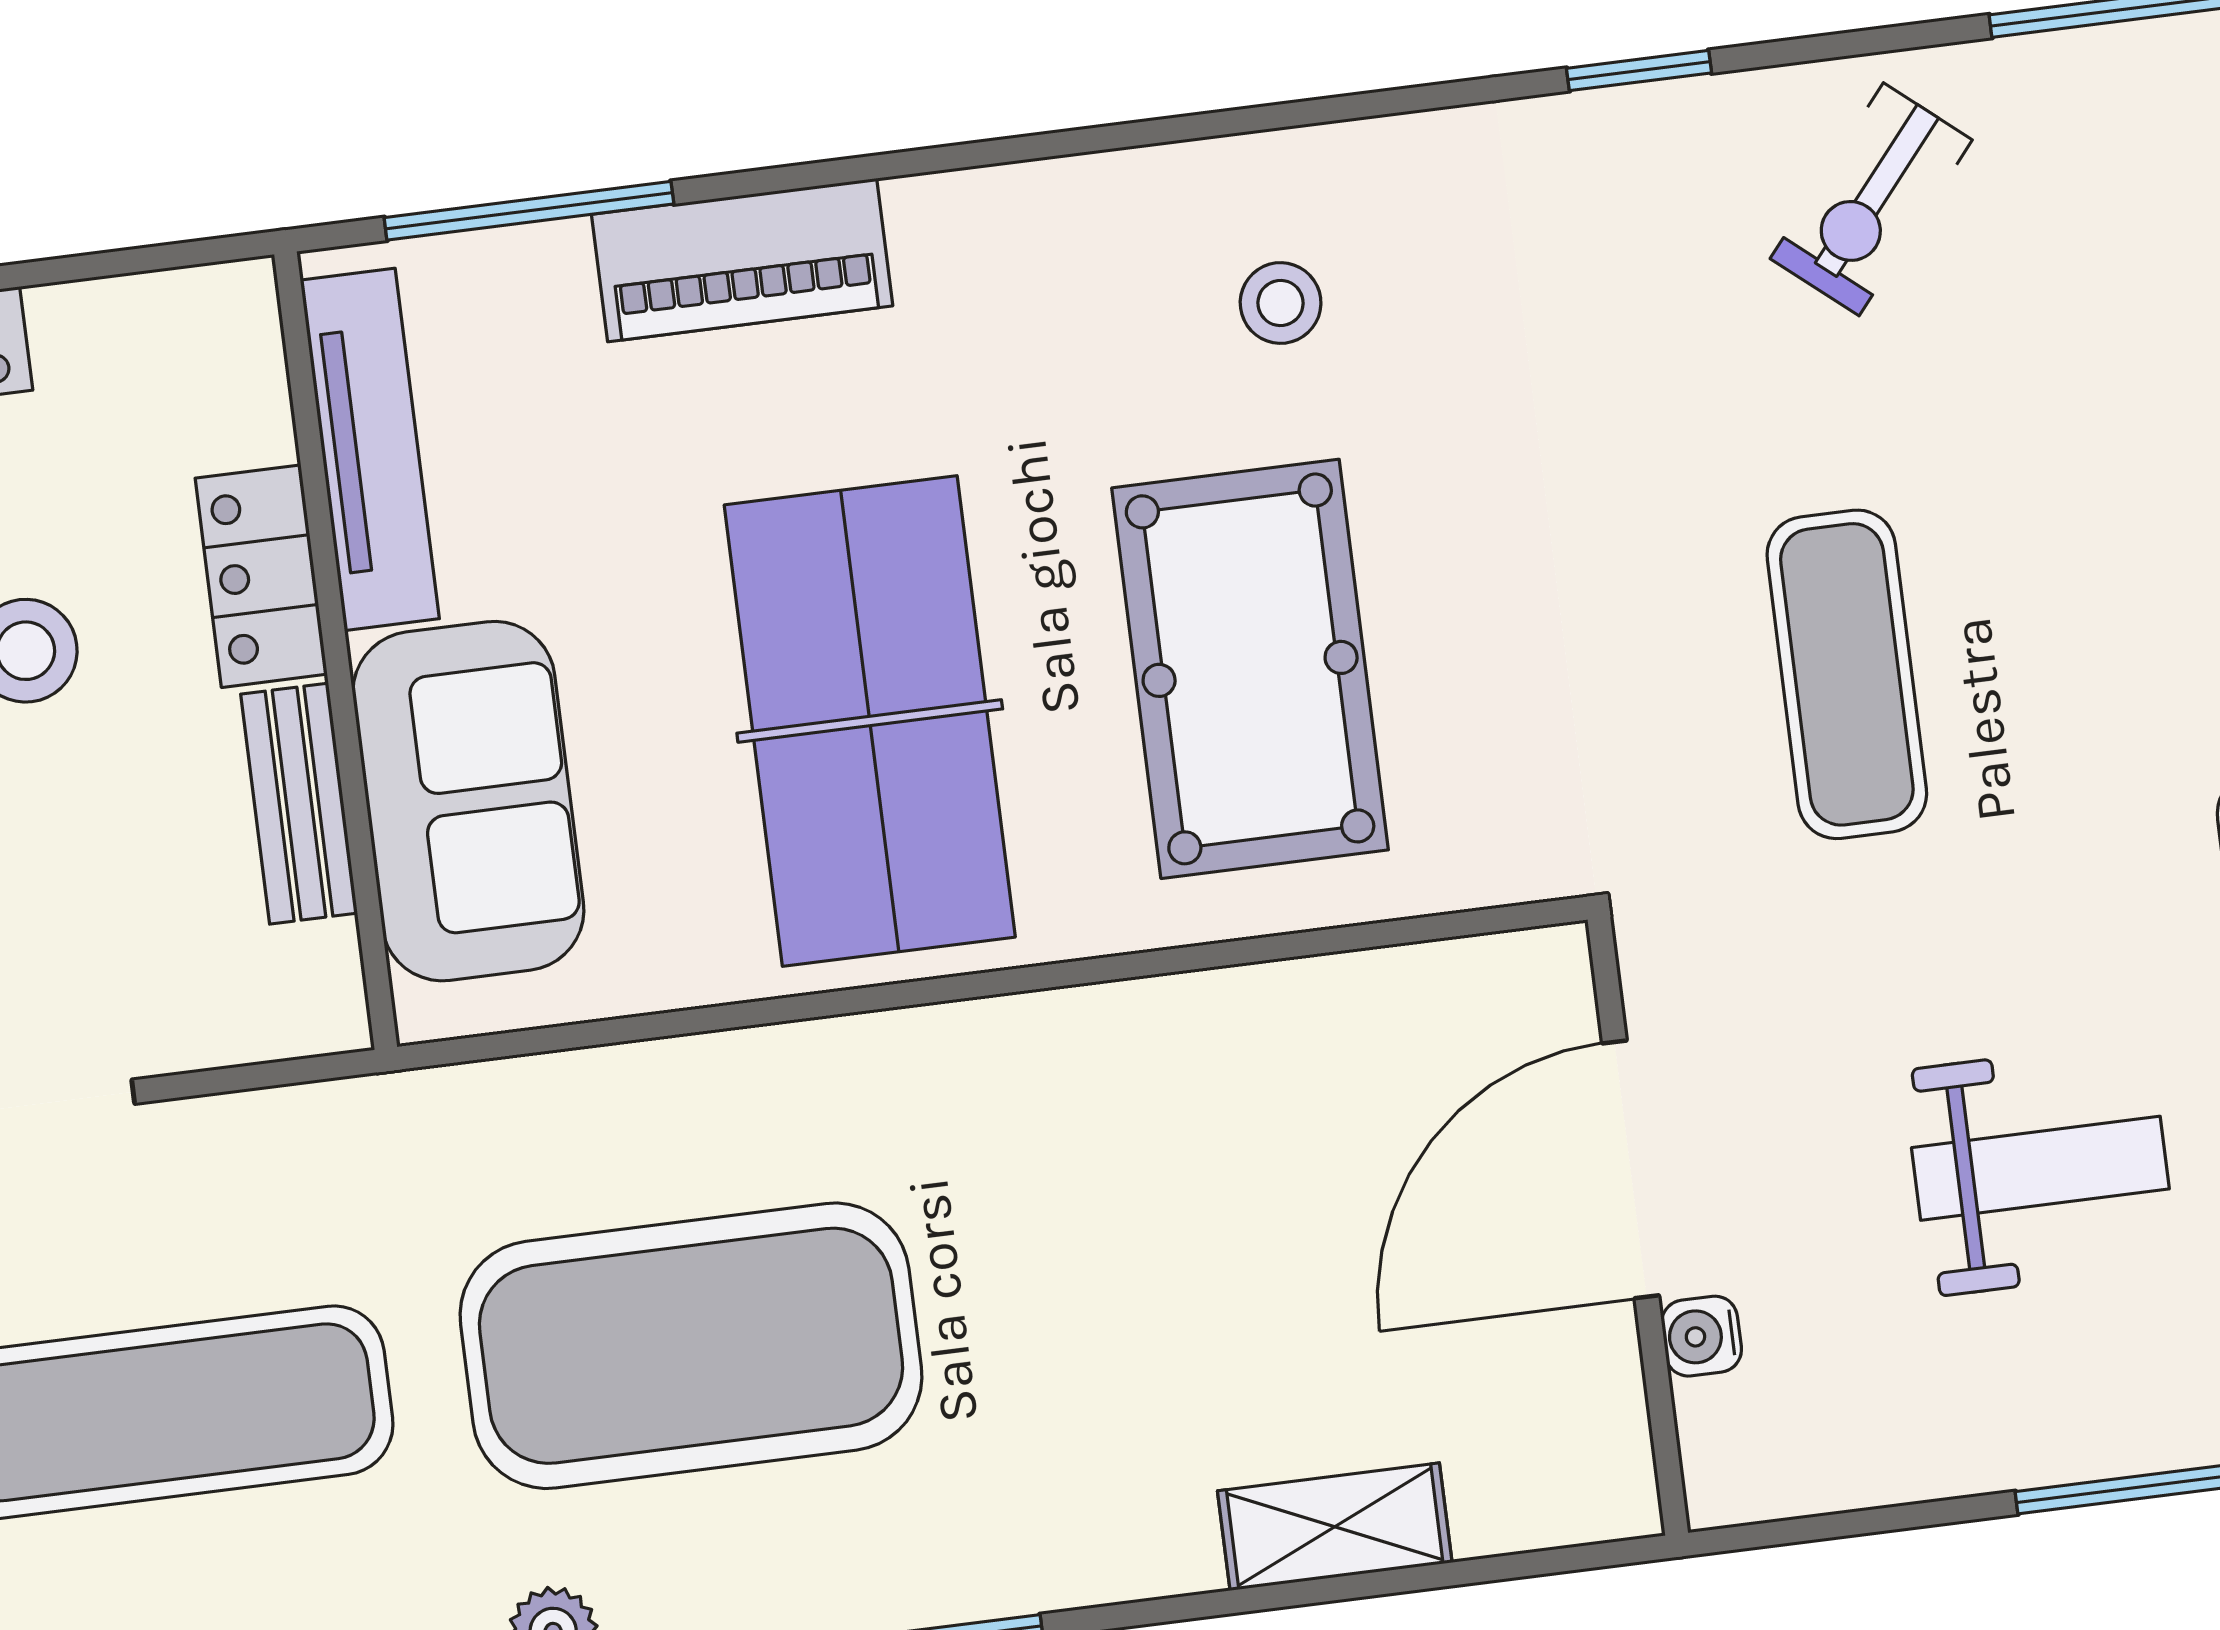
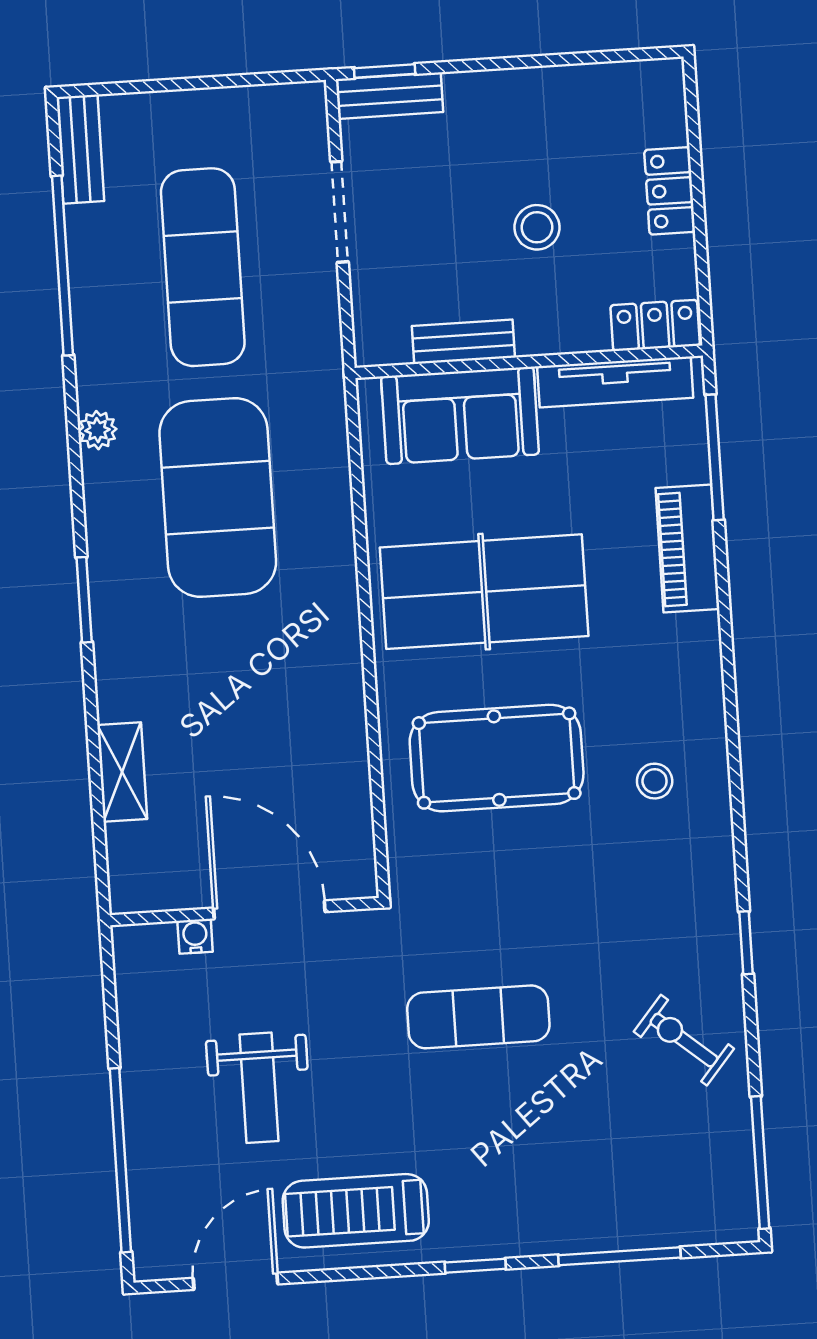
locker: (261, 576) -> (655, 325), moved

